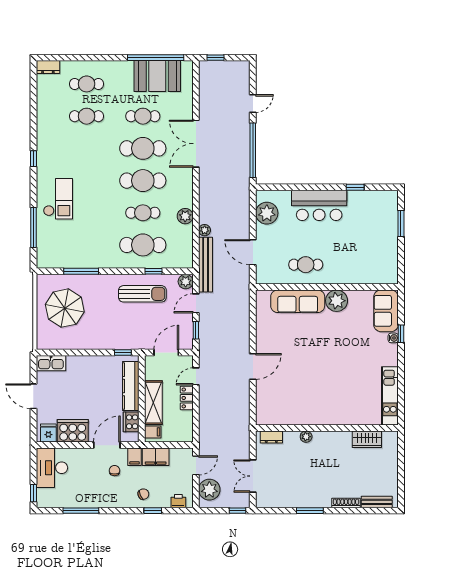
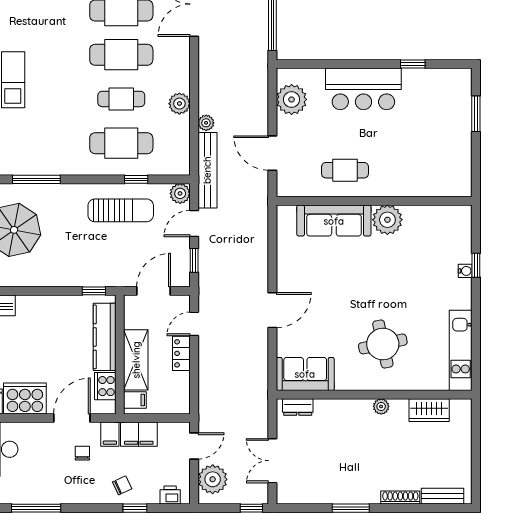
sofa: (386, 311) -> (305, 374), moved, turned 90
round table: (333, 391) -> (383, 344), added
plant: (306, 437) -> (381, 406), moved

